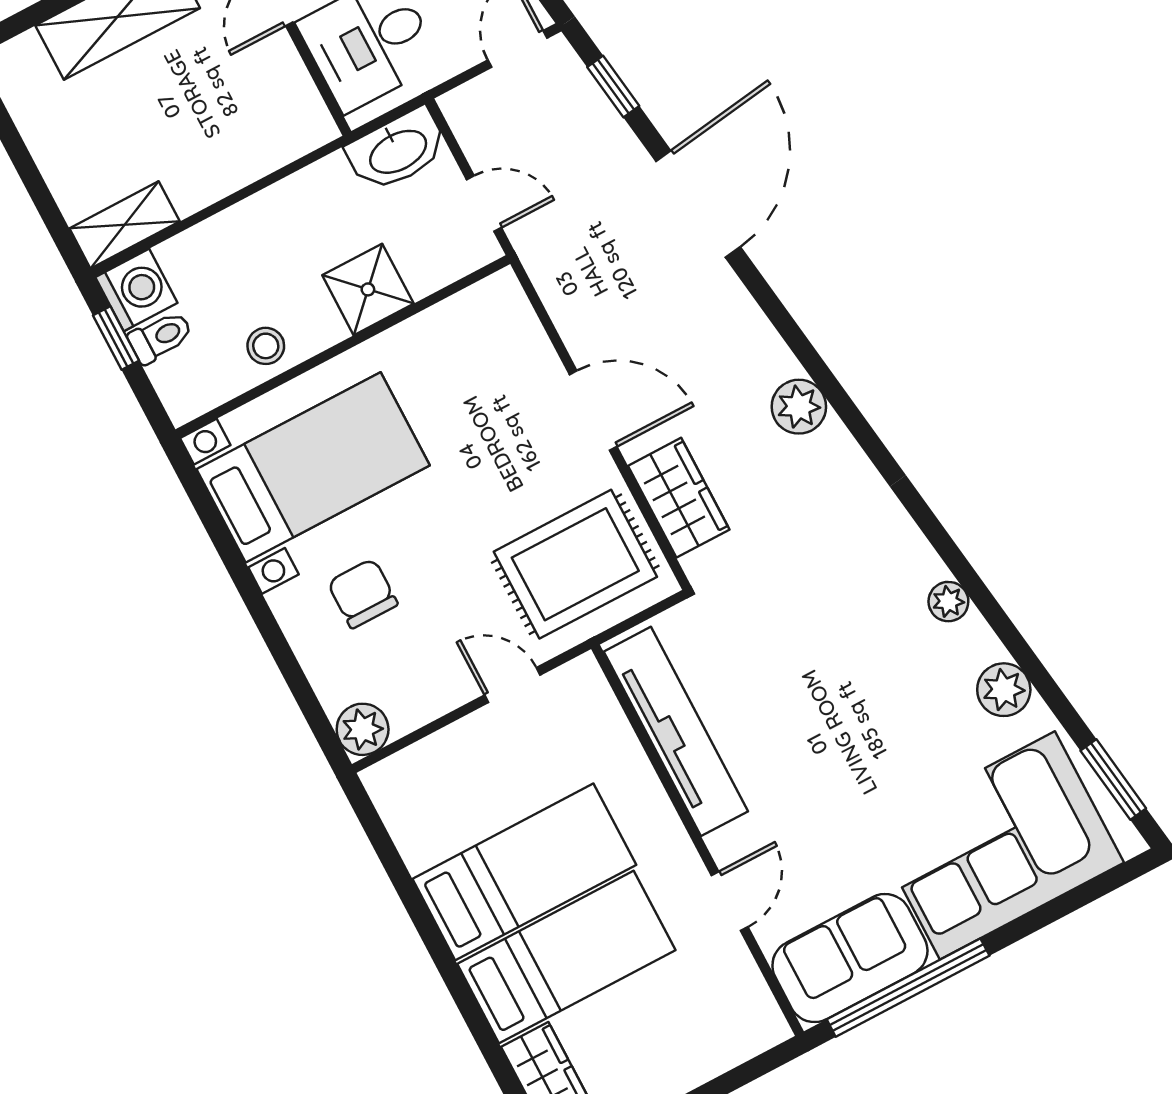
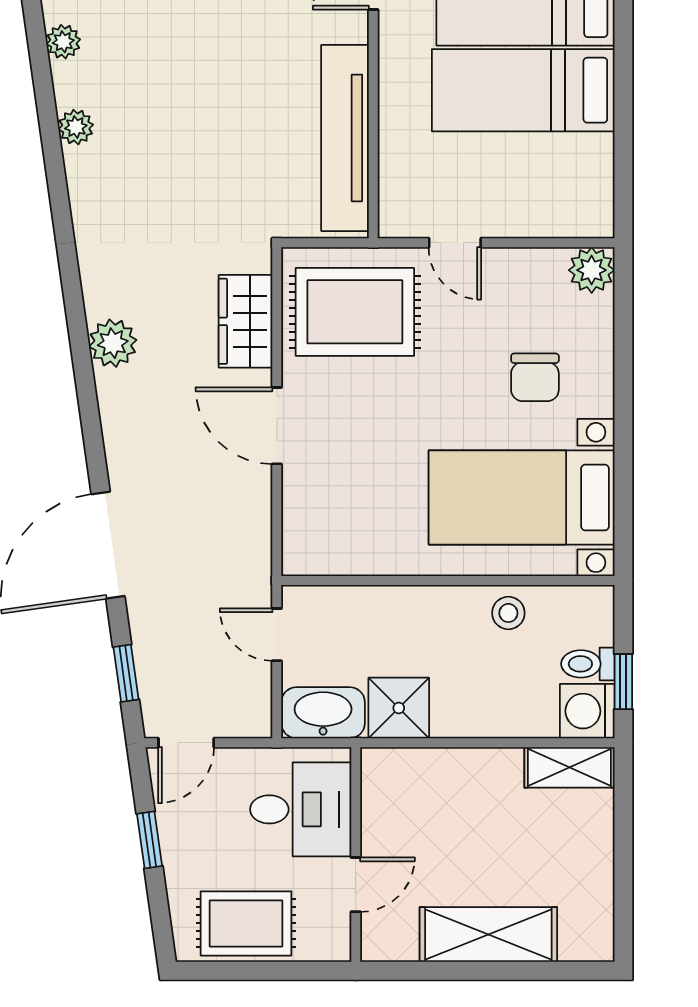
shower: (368, 289) -> (399, 708), moved
plant: (1004, 690) -> (63, 42), width x0.73, depth x0.73

